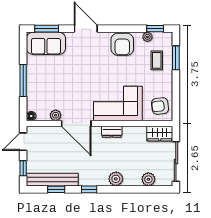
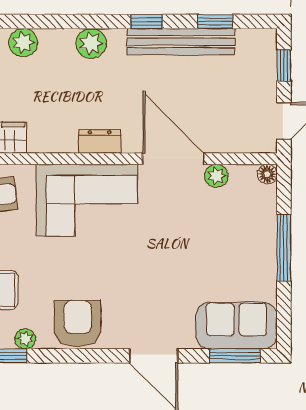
bench: (52, 180) -> (181, 42), moved

